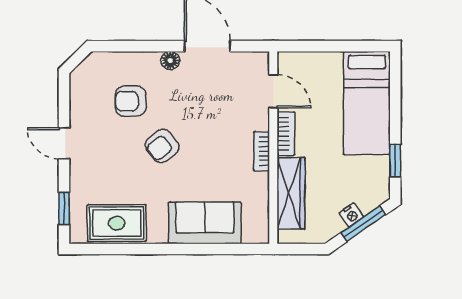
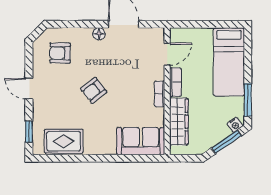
door: (273, 91) -> (167, 54), hinge flipped
armchair: (131, 101) -> (60, 53), moved
window: (395, 160) -> (248, 100), width x1.50
nightstand: (351, 215) -> (235, 125), moved
sofa: (205, 223) -> (141, 141), moved

